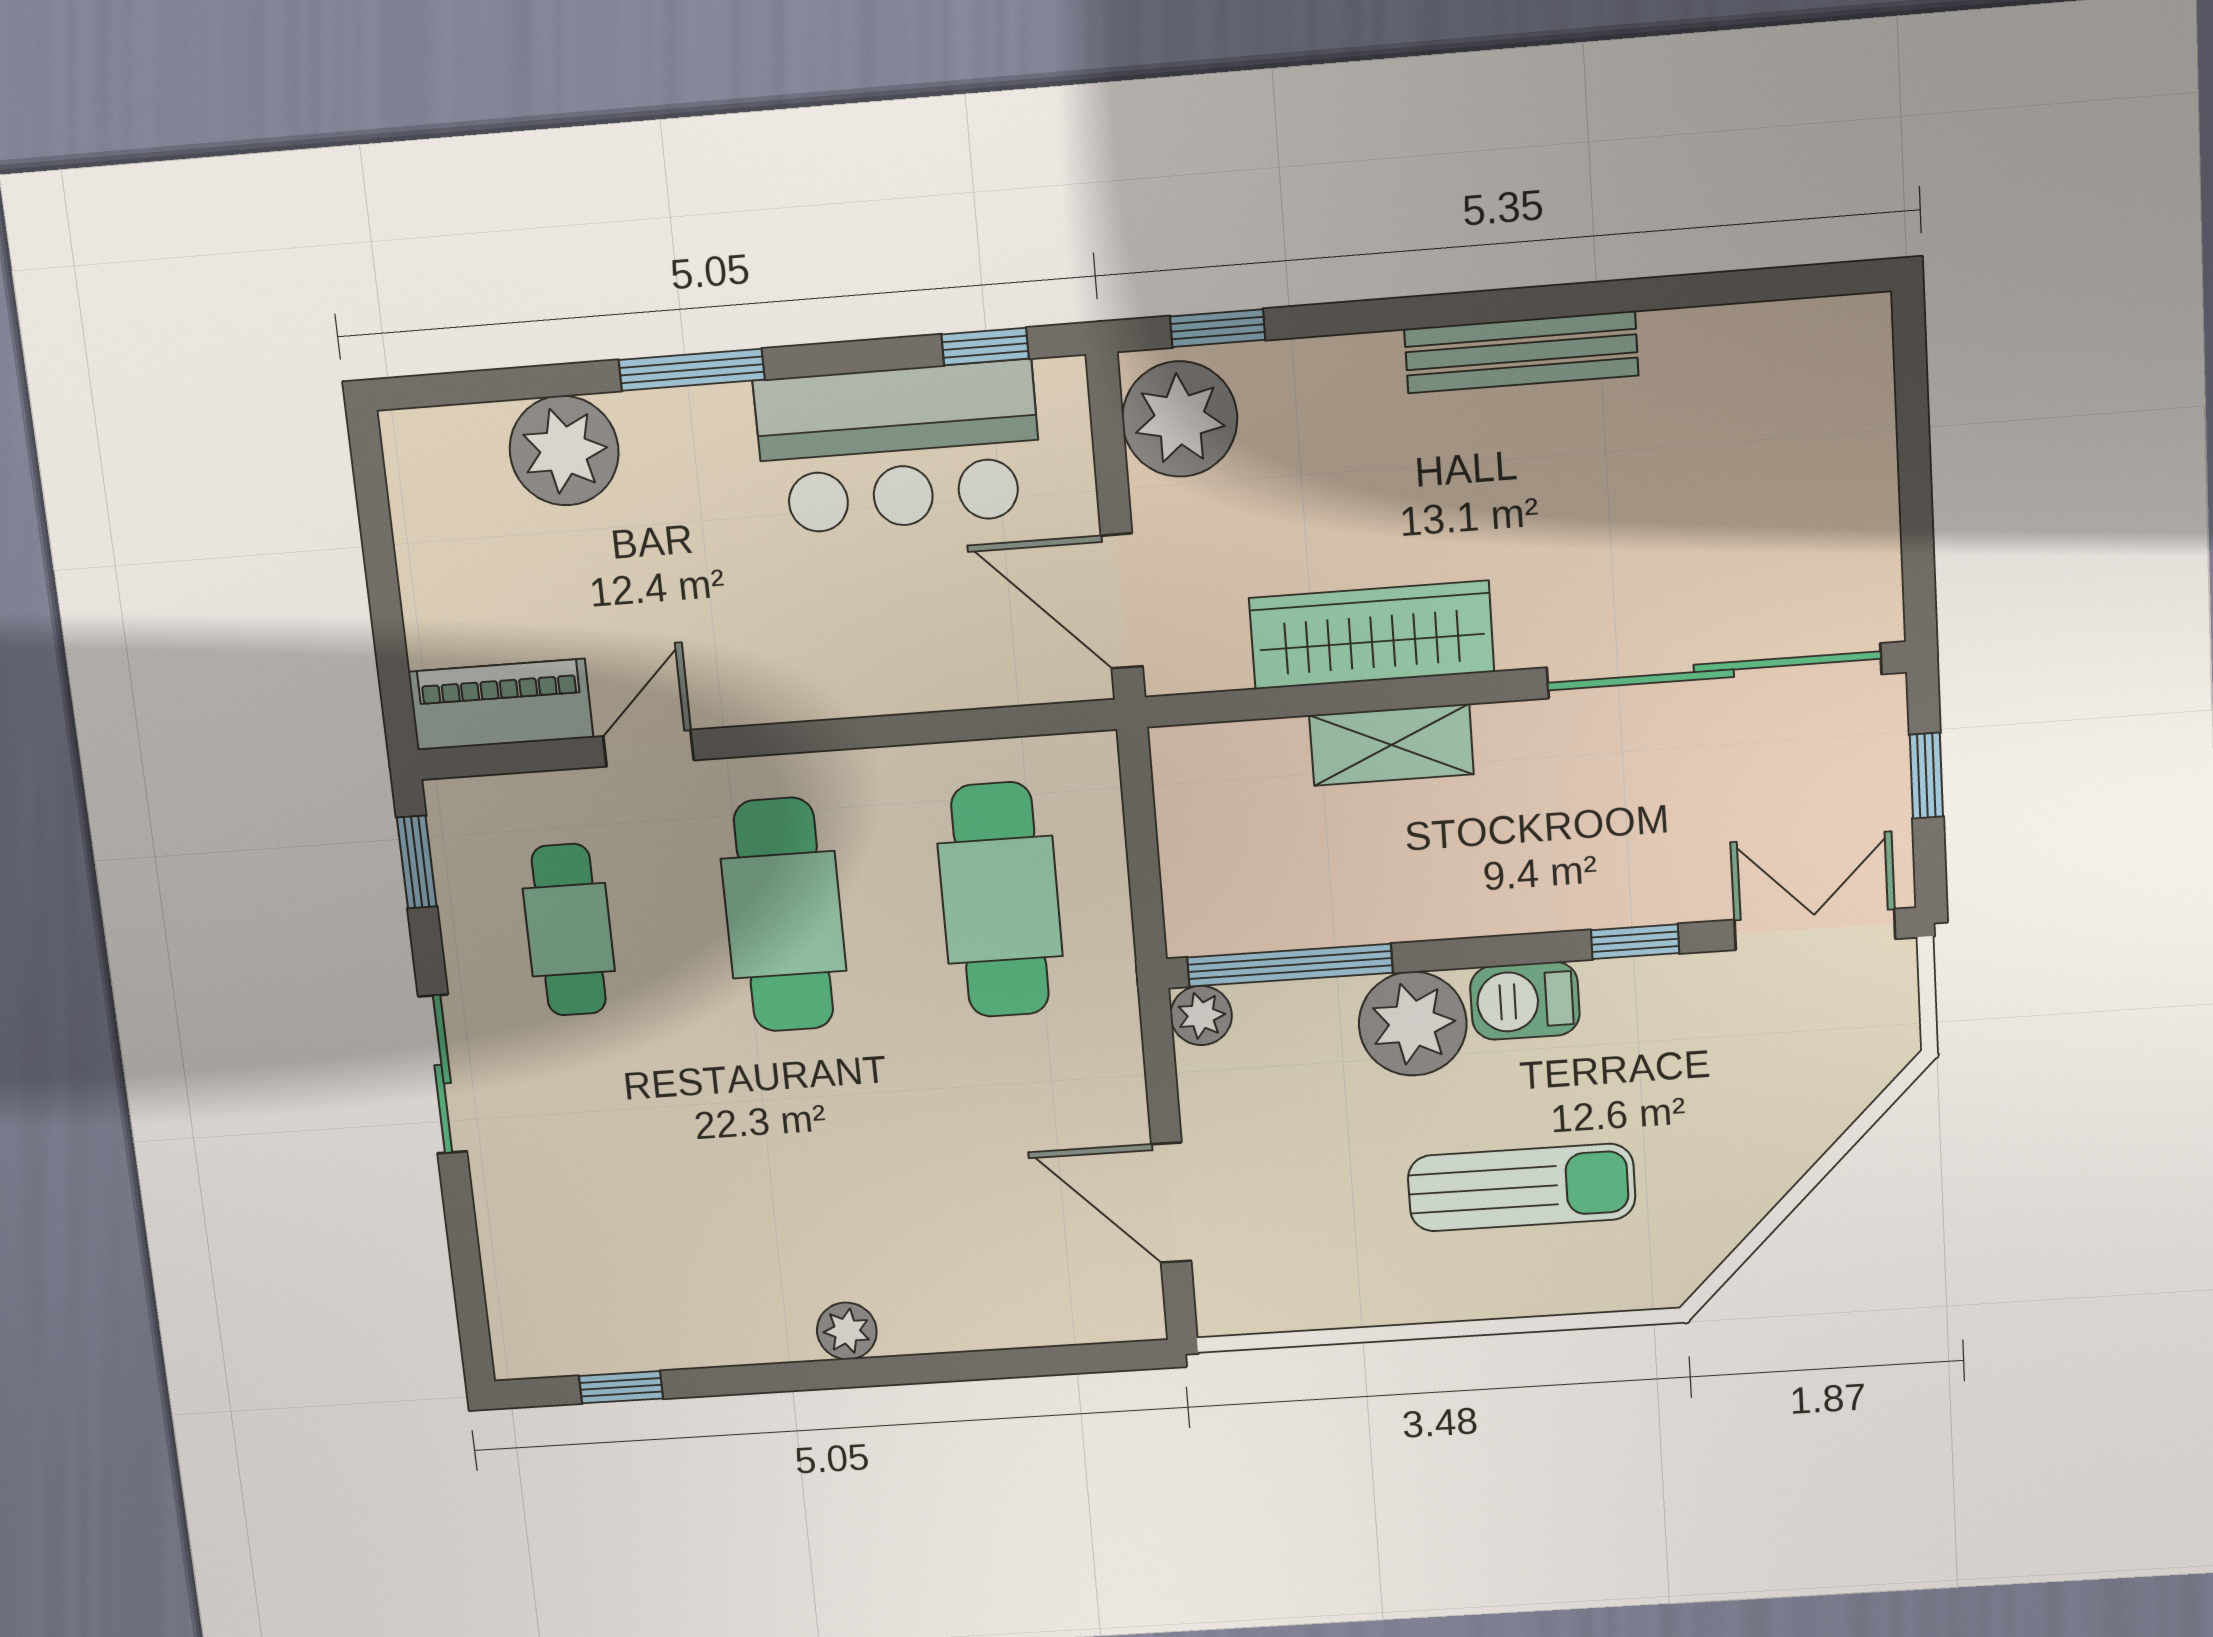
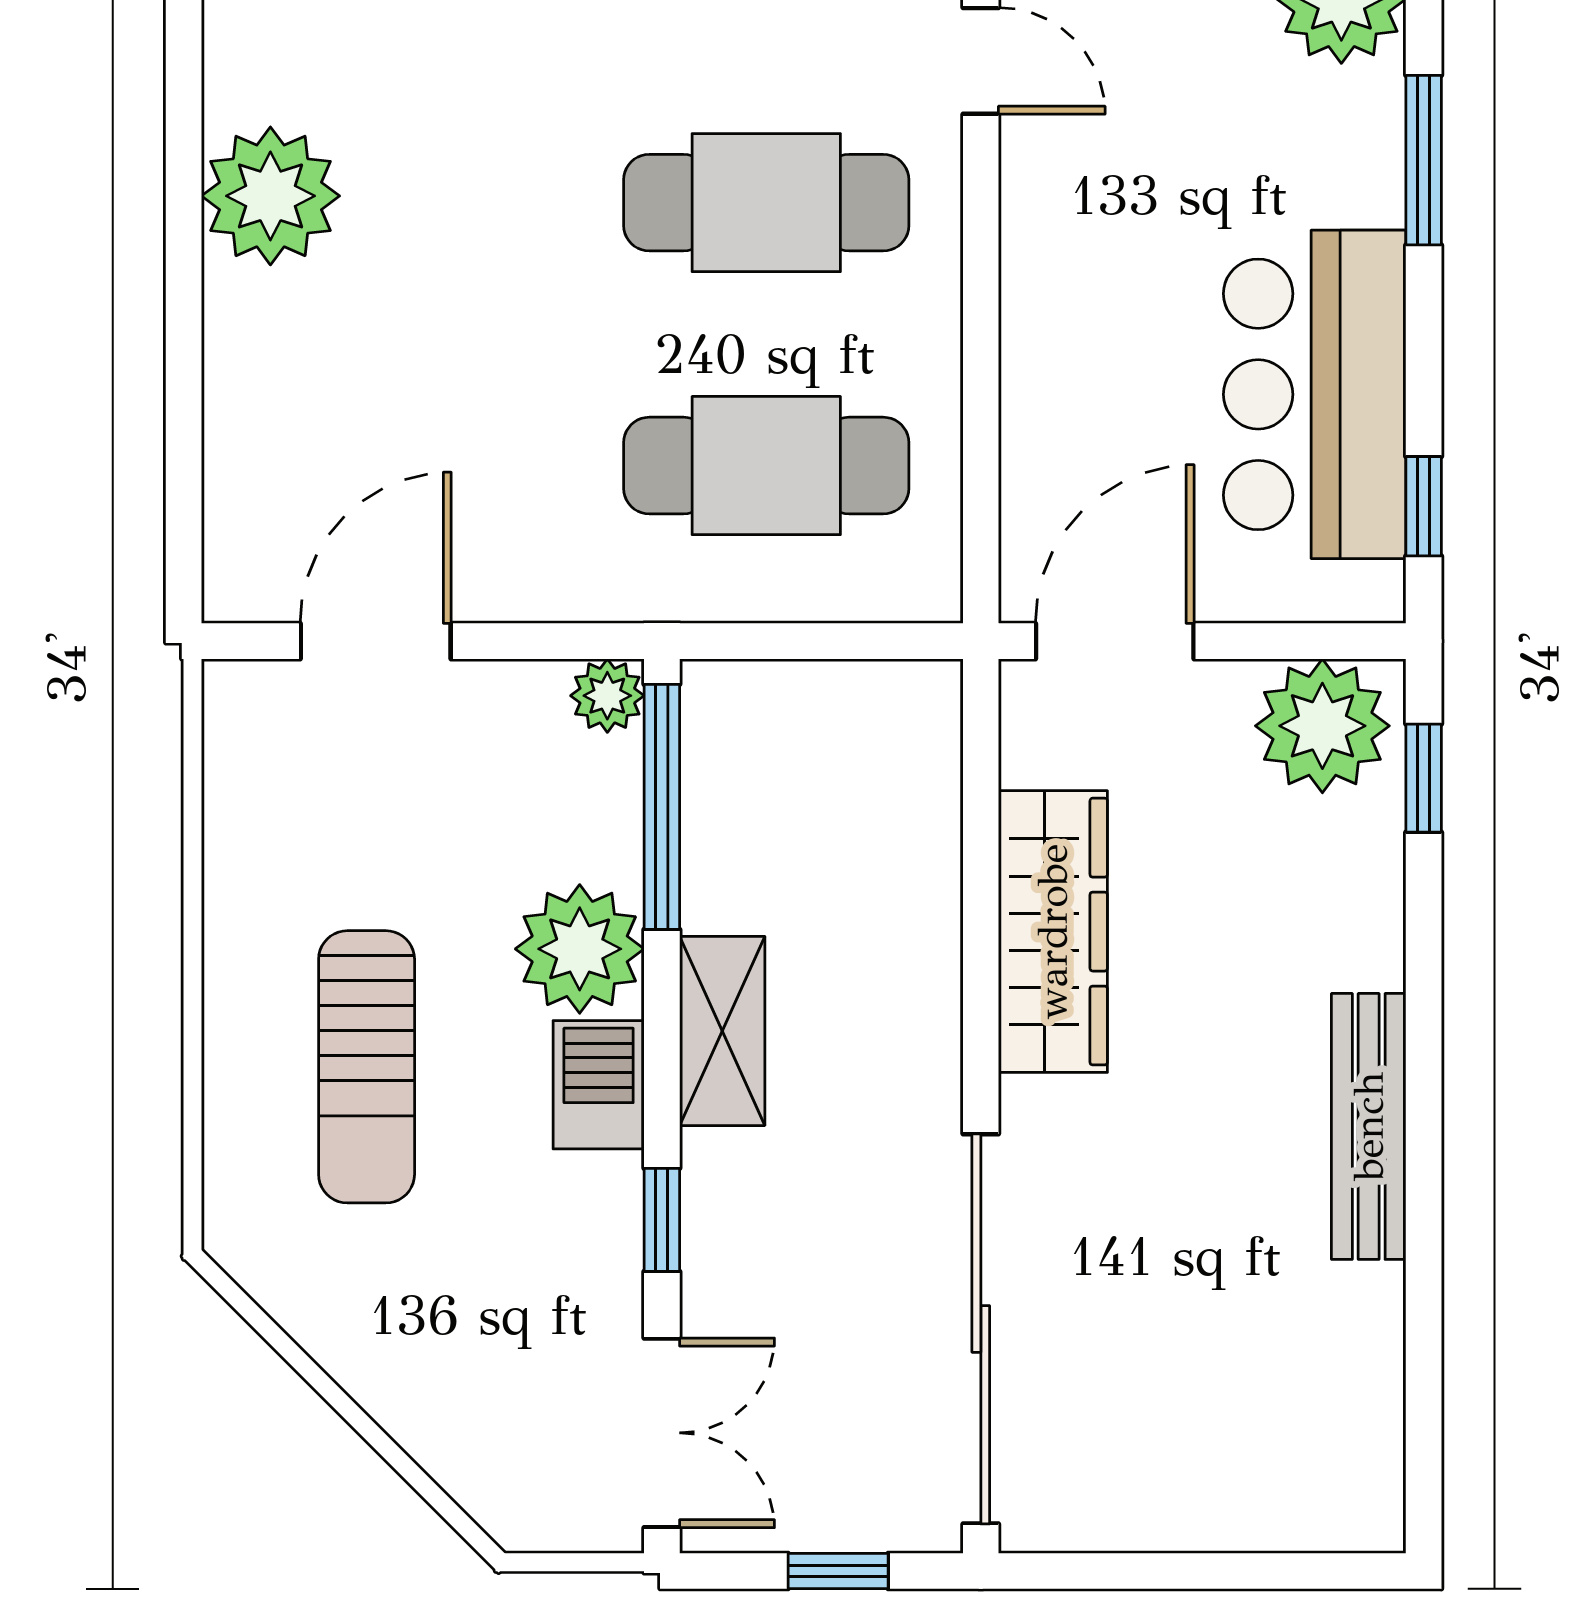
shelving: (1392, 745) -> (722, 1031), moved
plant: (847, 1331) -> (270, 196), width x1.88, depth x1.88

